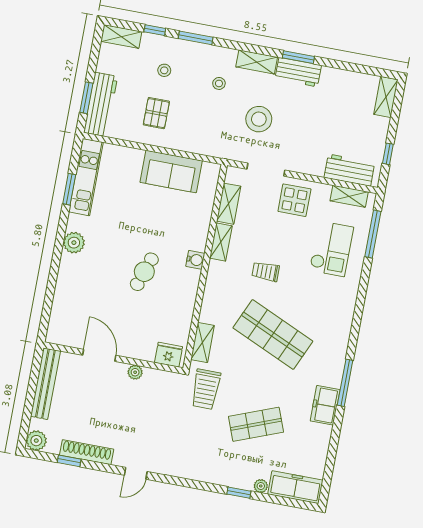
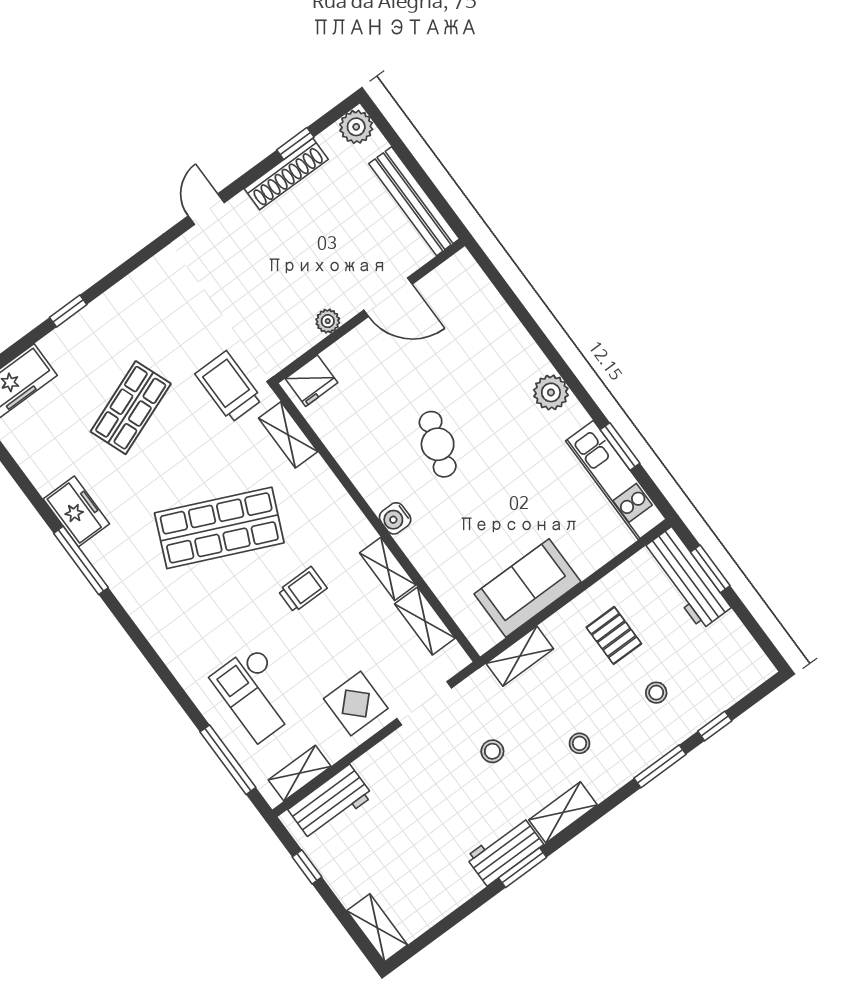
shelving: (121, 37) -> (520, 656), moved
stool: (259, 119) -> (492, 751), width x0.53, depth x0.53
plant: (261, 486) -> (52, 345), removed

